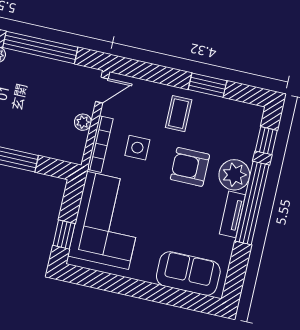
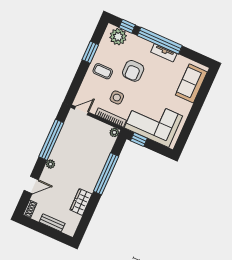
door: (102, 90) -> (81, 111), hinge flipped
plant: (83, 122) -> (114, 132), moved
plant: (234, 175) -> (118, 37), moved
window: (64, 235) -> (139, 139), moved

